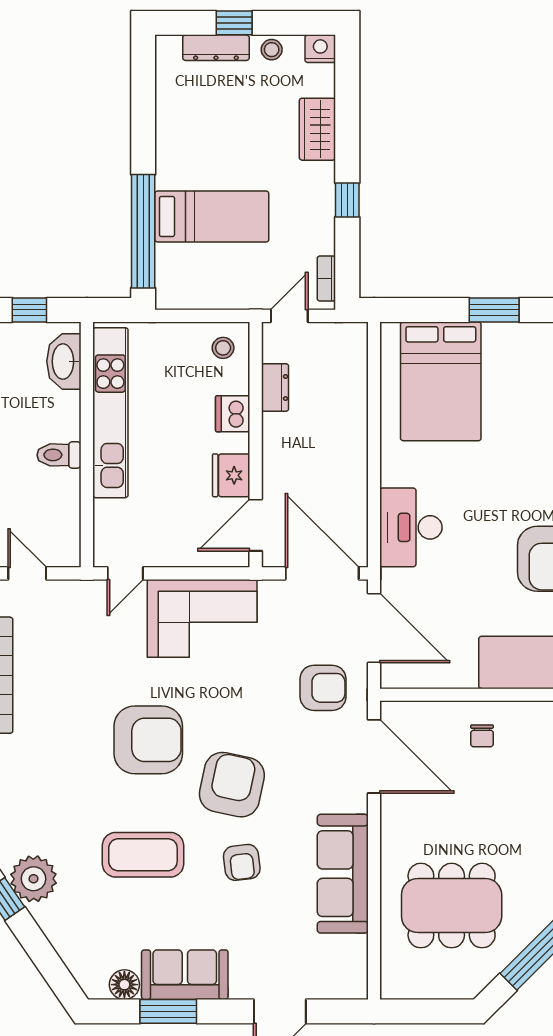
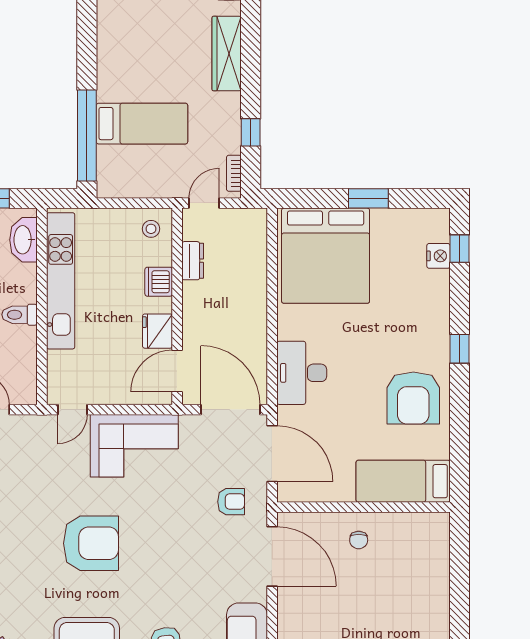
wardrobe: (317, 129) -> (227, 54), width x1.50
window: (347, 200) -> (251, 132), moved
bed: (441, 381) -> (326, 256), width x1.36
armchair: (323, 688) -> (231, 502), width x0.72, depth x0.72
armchair: (232, 785) -> (158, 579), removed

